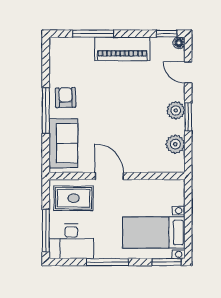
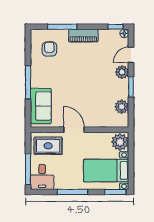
piano: (122, 49) -> (83, 36), width x0.73, depth x0.75
door: (188, 73) -> (131, 55), hinge flipped
armchair: (66, 98) -> (49, 49), moved
plant: (176, 110) -> (122, 72), moved
plant: (173, 193) -> (120, 142), added
desk: (71, 241) -> (42, 177), width x0.73

